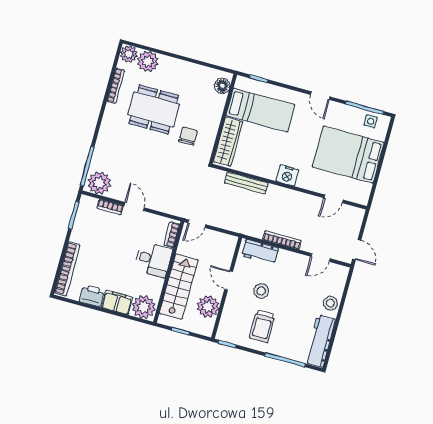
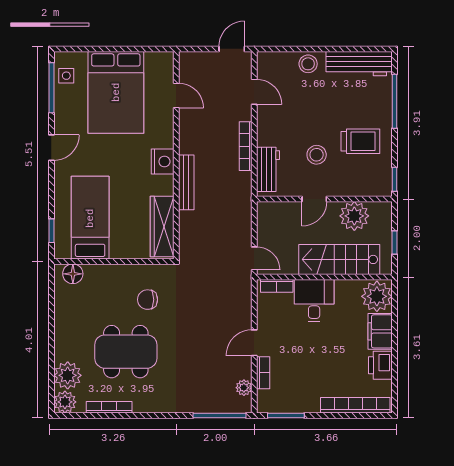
dining table: (154, 109) -> (126, 352), turned 90
wardrobe: (228, 142) -> (162, 227), moved, turned -90
plant: (99, 183) -> (244, 388), width x0.53, depth x0.53
bench: (246, 183) -> (186, 182), moved

